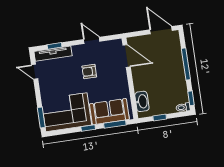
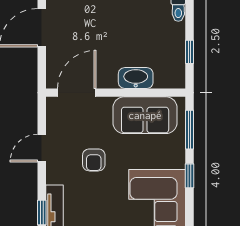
washbasin: (142, 101) -> (136, 78), moved
sofa: (109, 112) -> (145, 115), moved, turned -90

